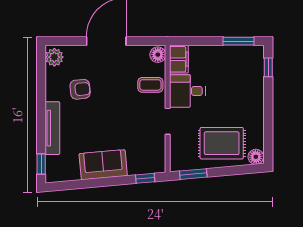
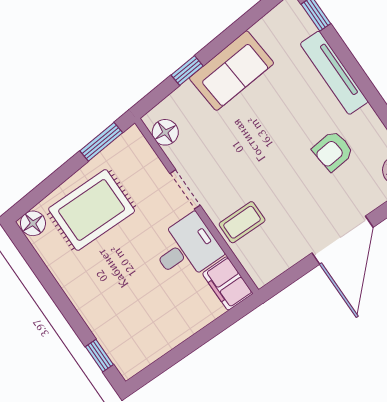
window: (239, 41) -> (164, 363), removed
floor lamp: (158, 55) -> (165, 132), moved
window: (145, 178) -> (187, 70), moved

